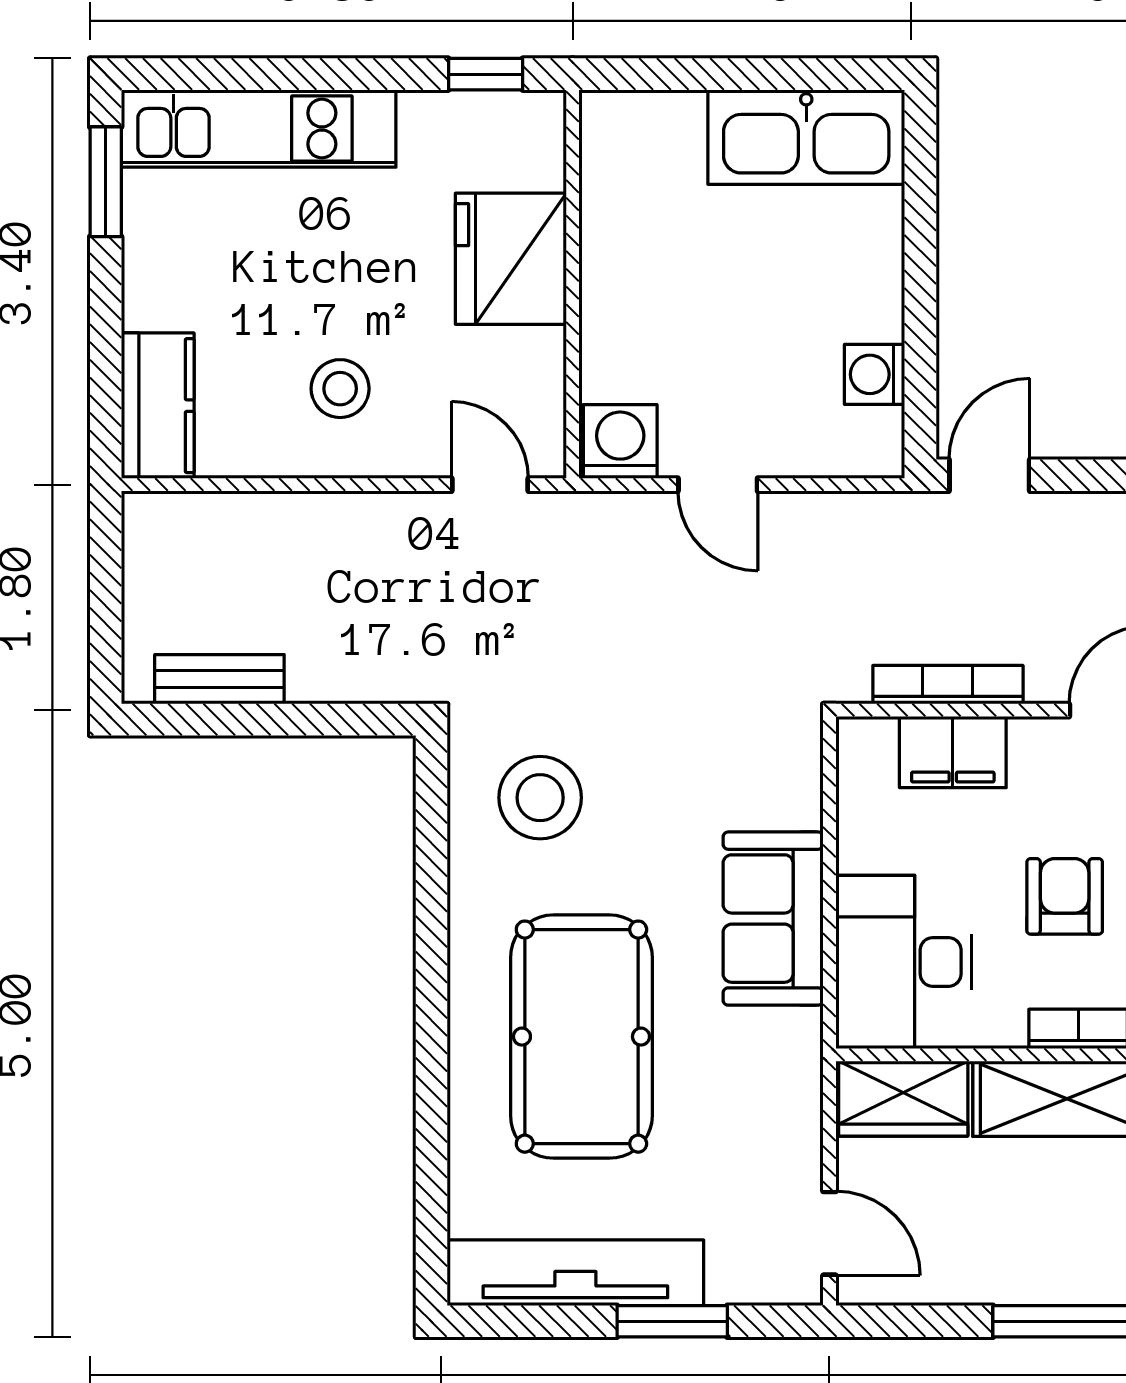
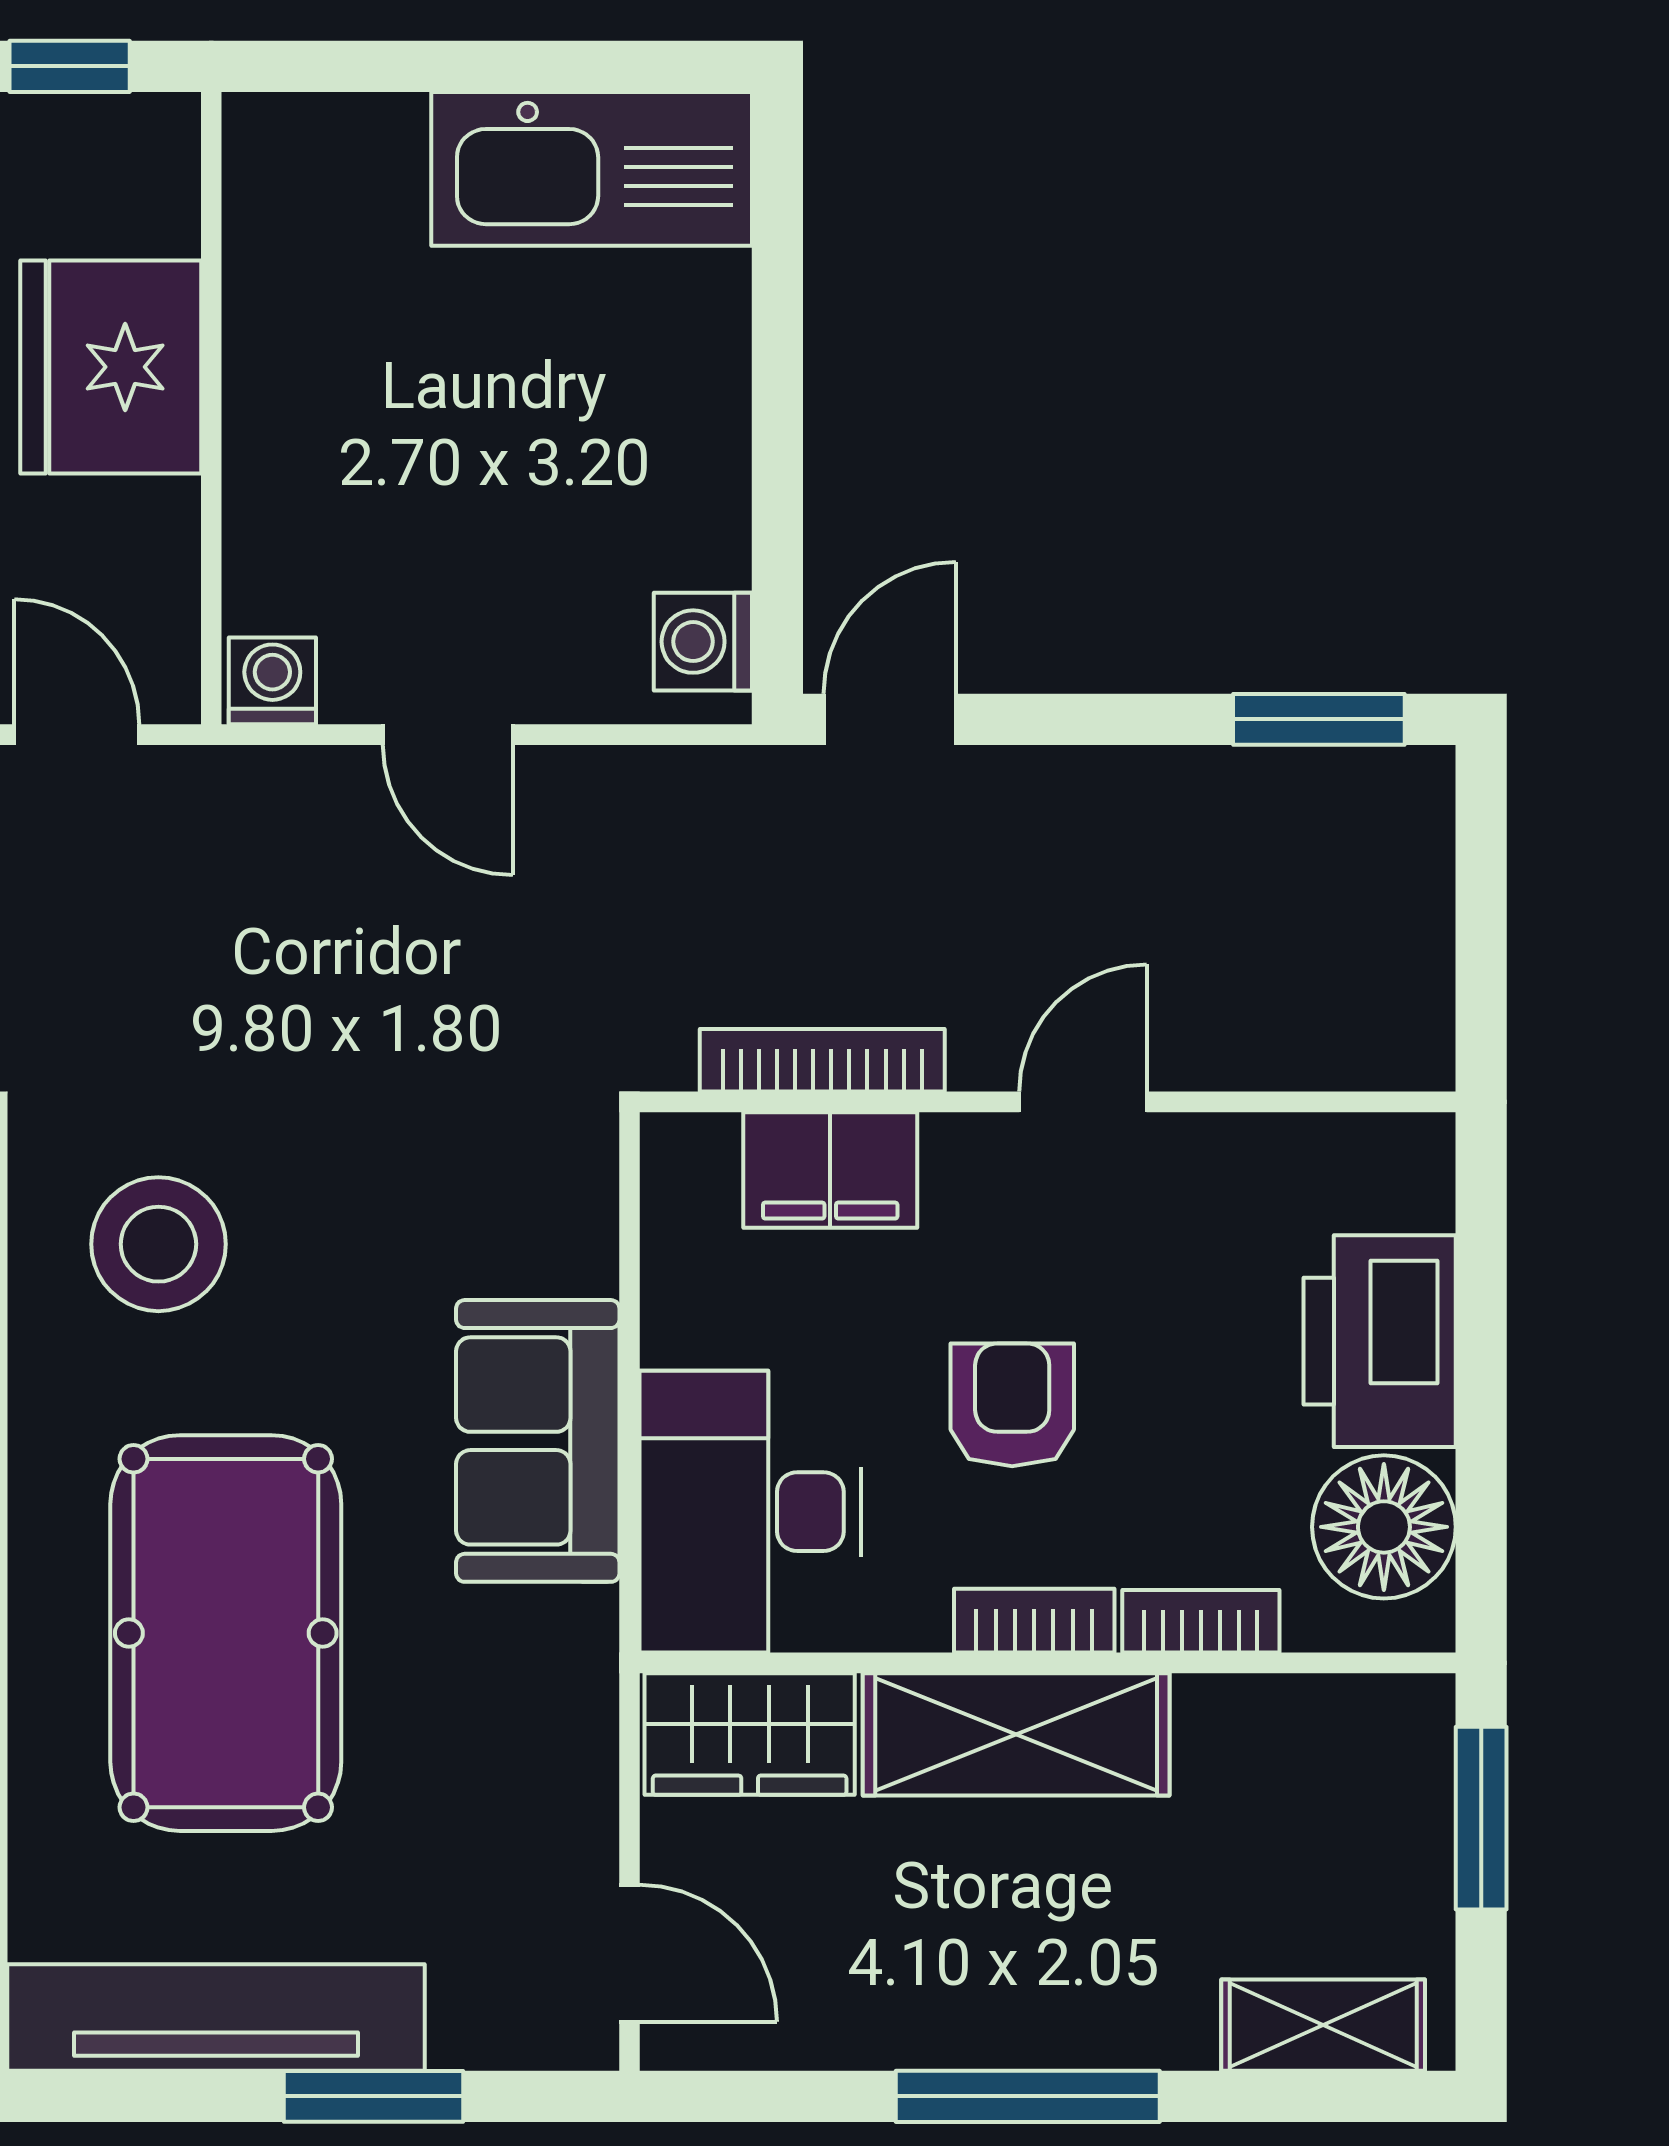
washing machine: (875, 374) -> (703, 642), moved
washing machine: (620, 441) -> (272, 681), width x0.73, depth x0.73

